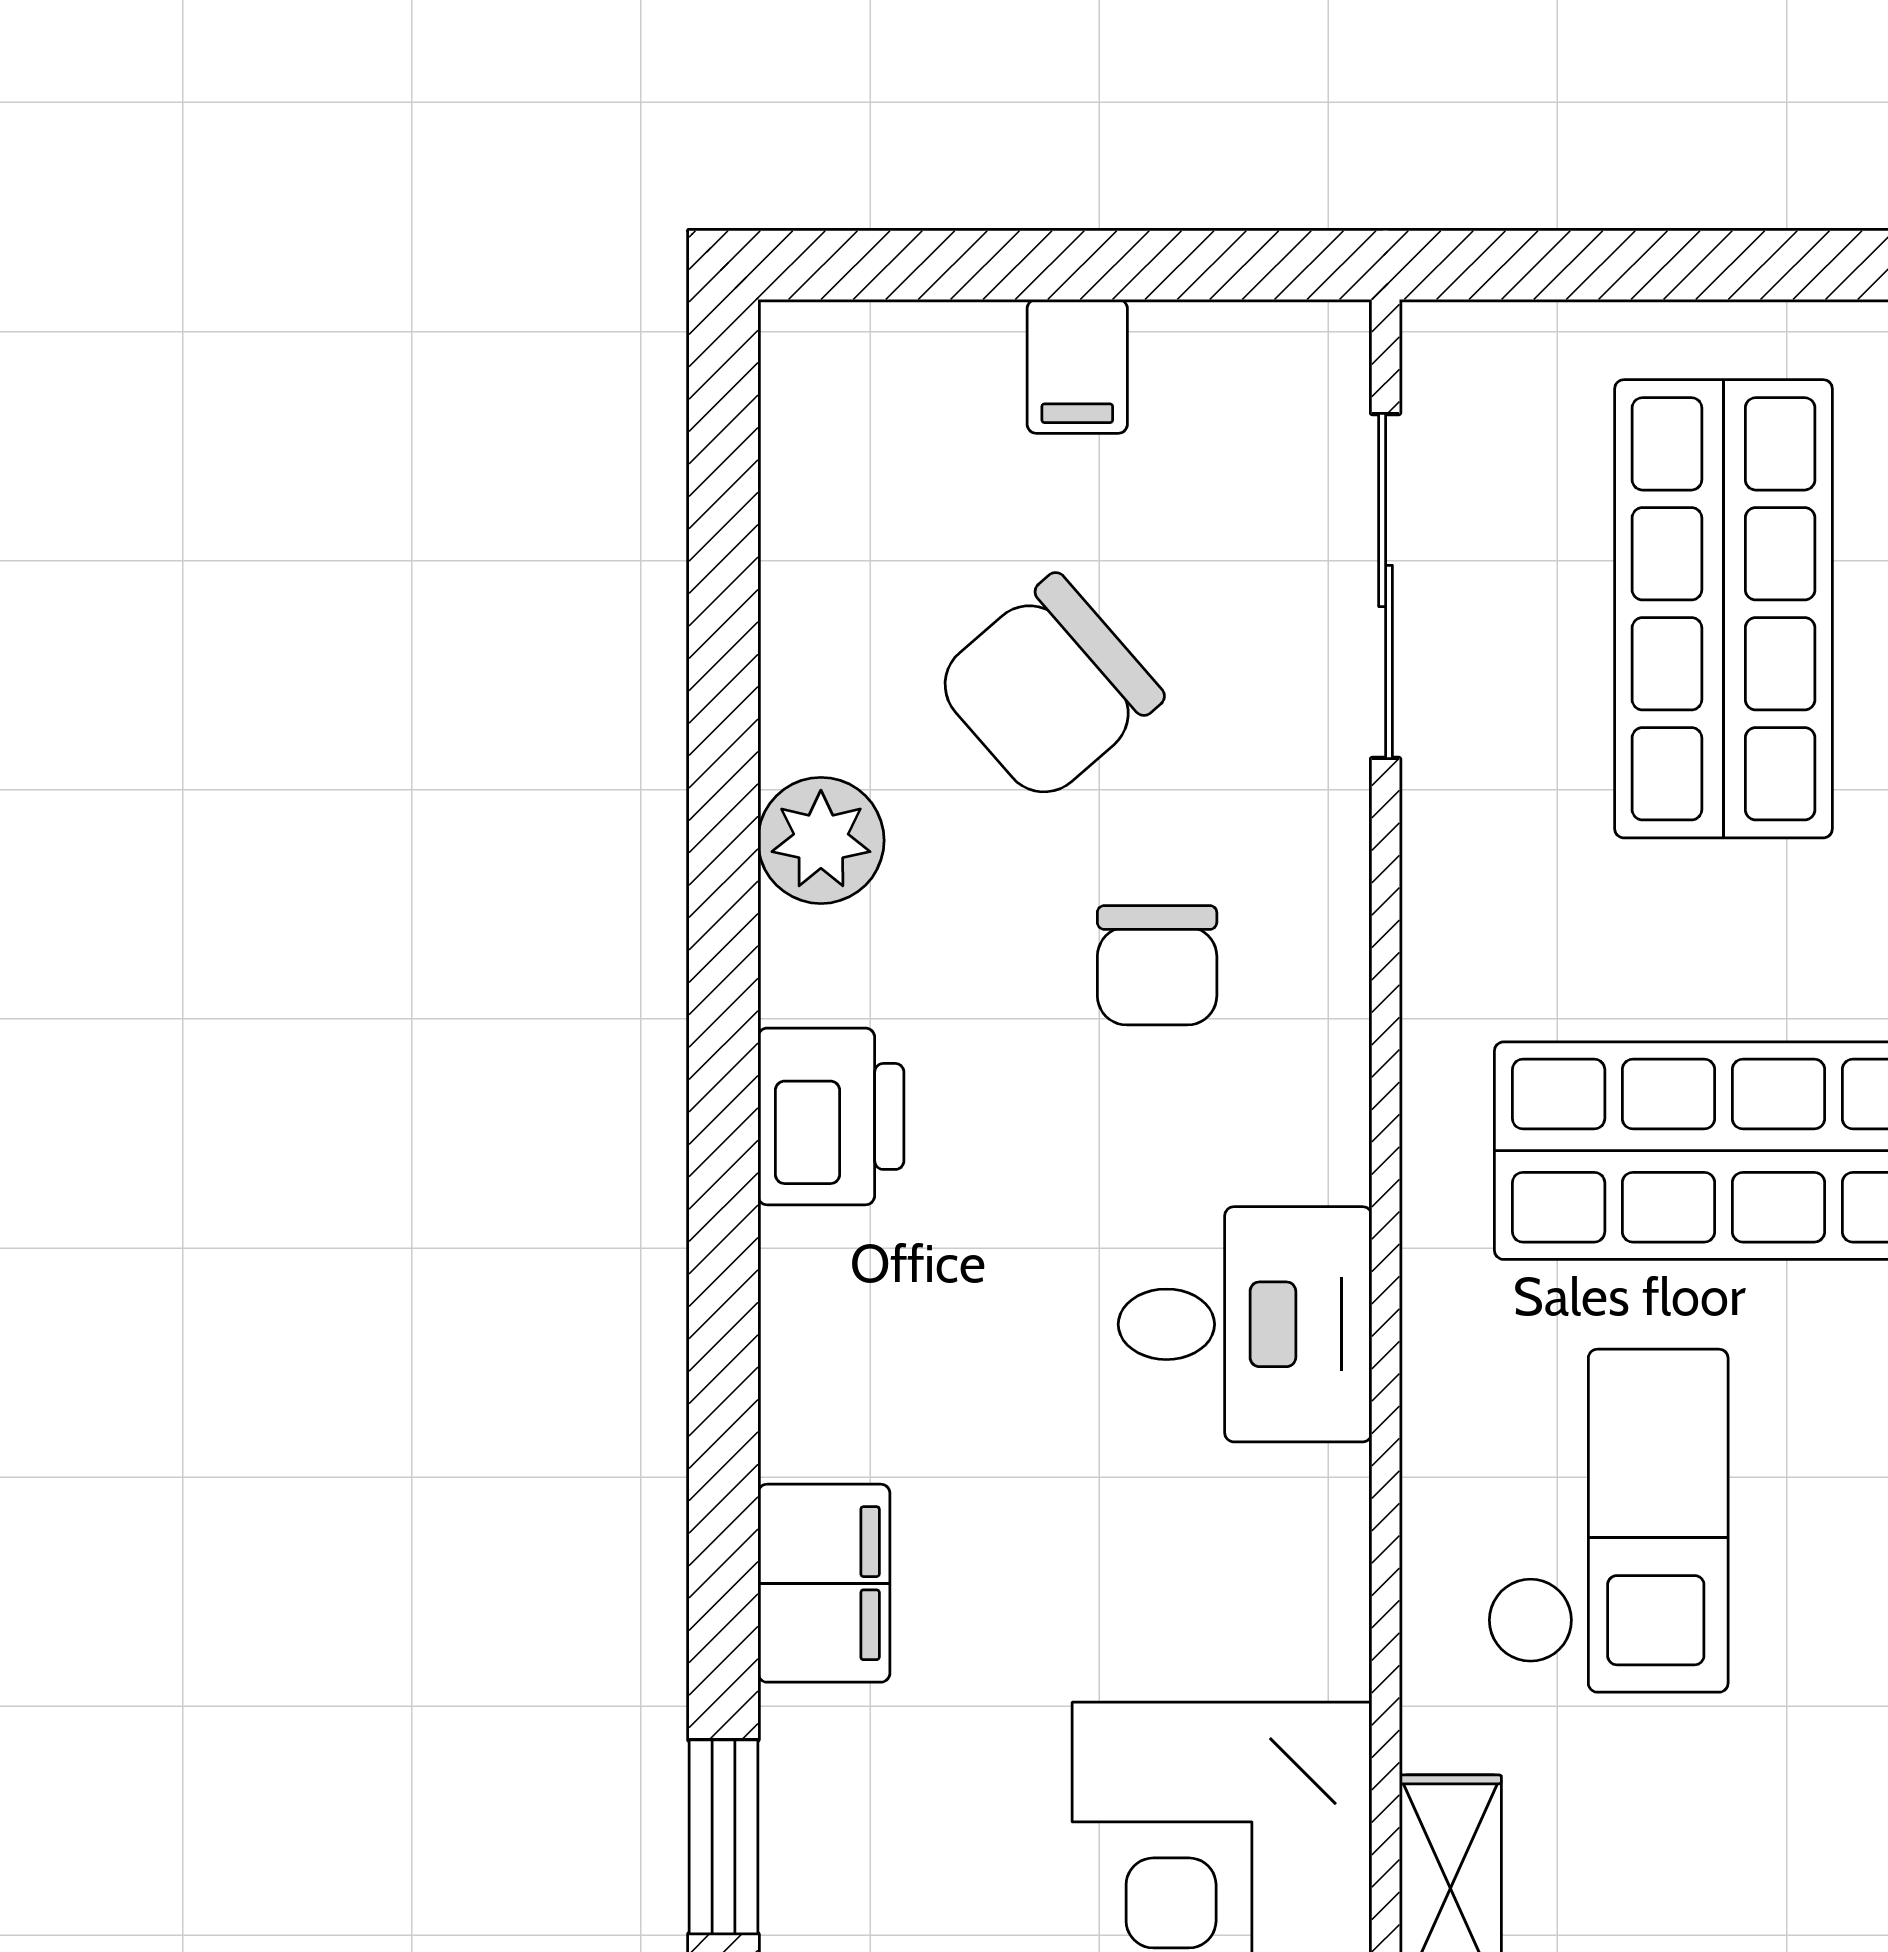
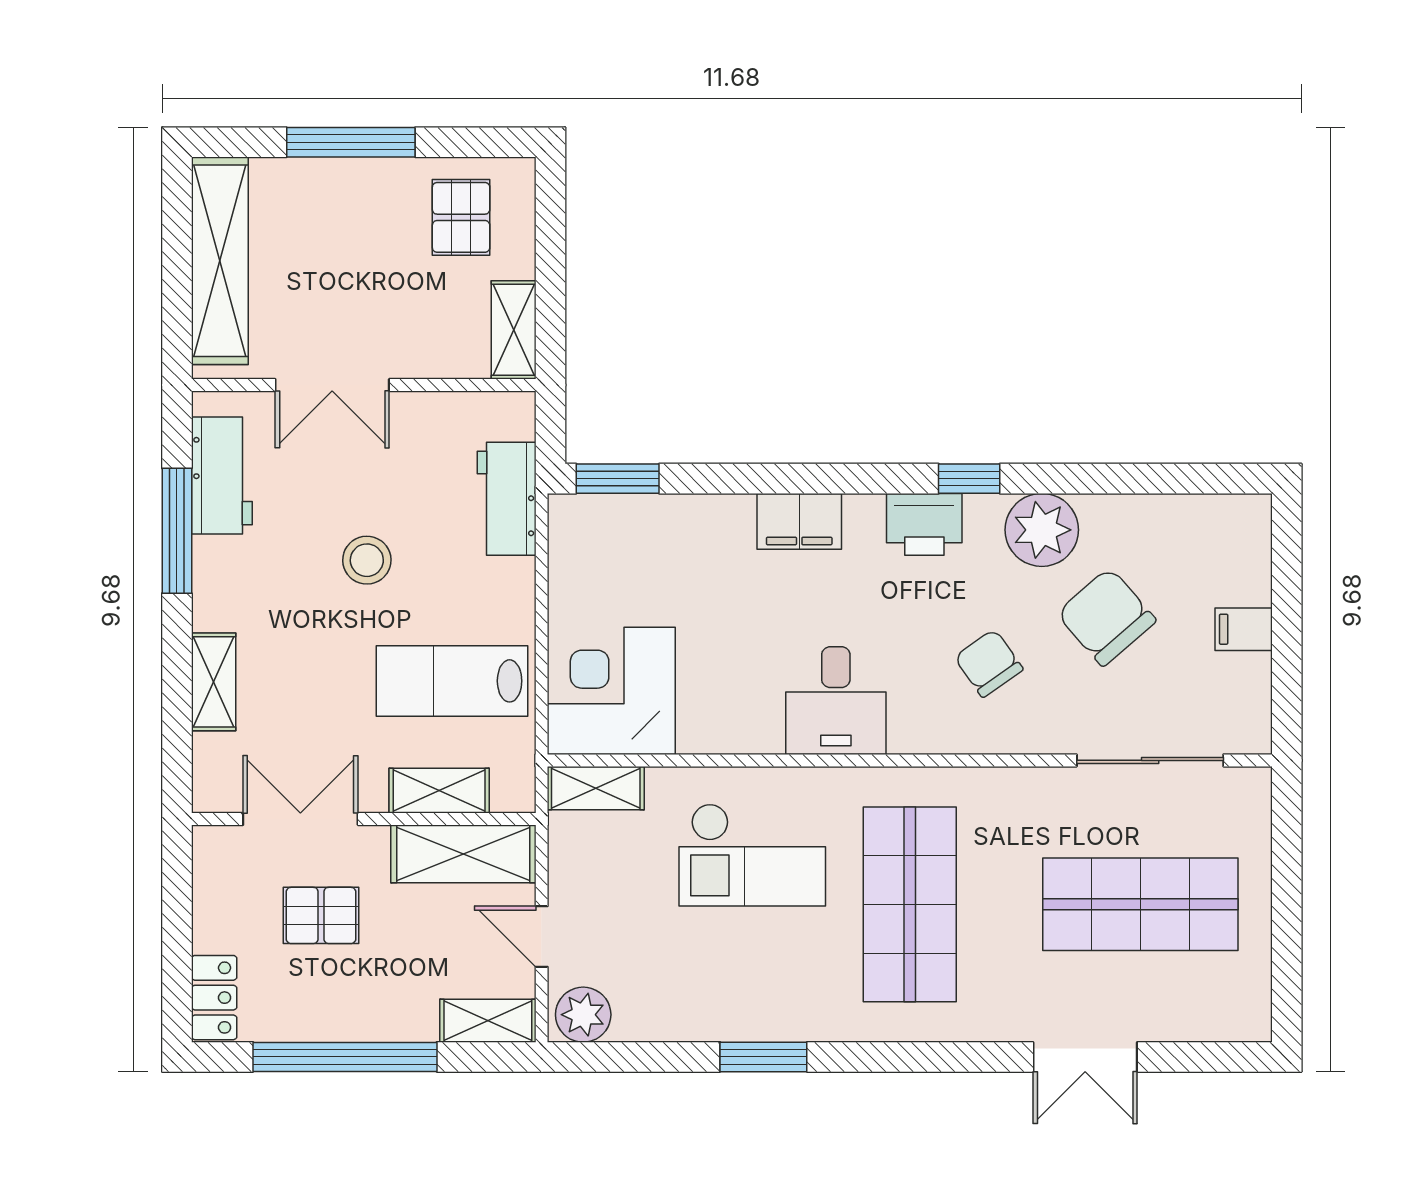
plant: (821, 840) -> (1042, 530), width x1.36, depth x1.36
chair: (1157, 965) -> (989, 663), turned 55
window: (723, 1011) -> (969, 479), added
filing cabinet: (824, 1583) -> (799, 521), moved

